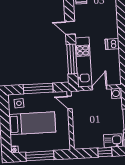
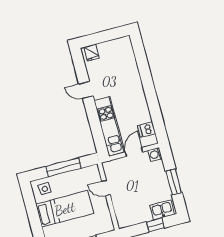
dishwasher: (112, 44) -> (146, 130), moved
window: (72, 59) -> (95, 125), removed
door: (70, 102) -> (106, 188), moved

